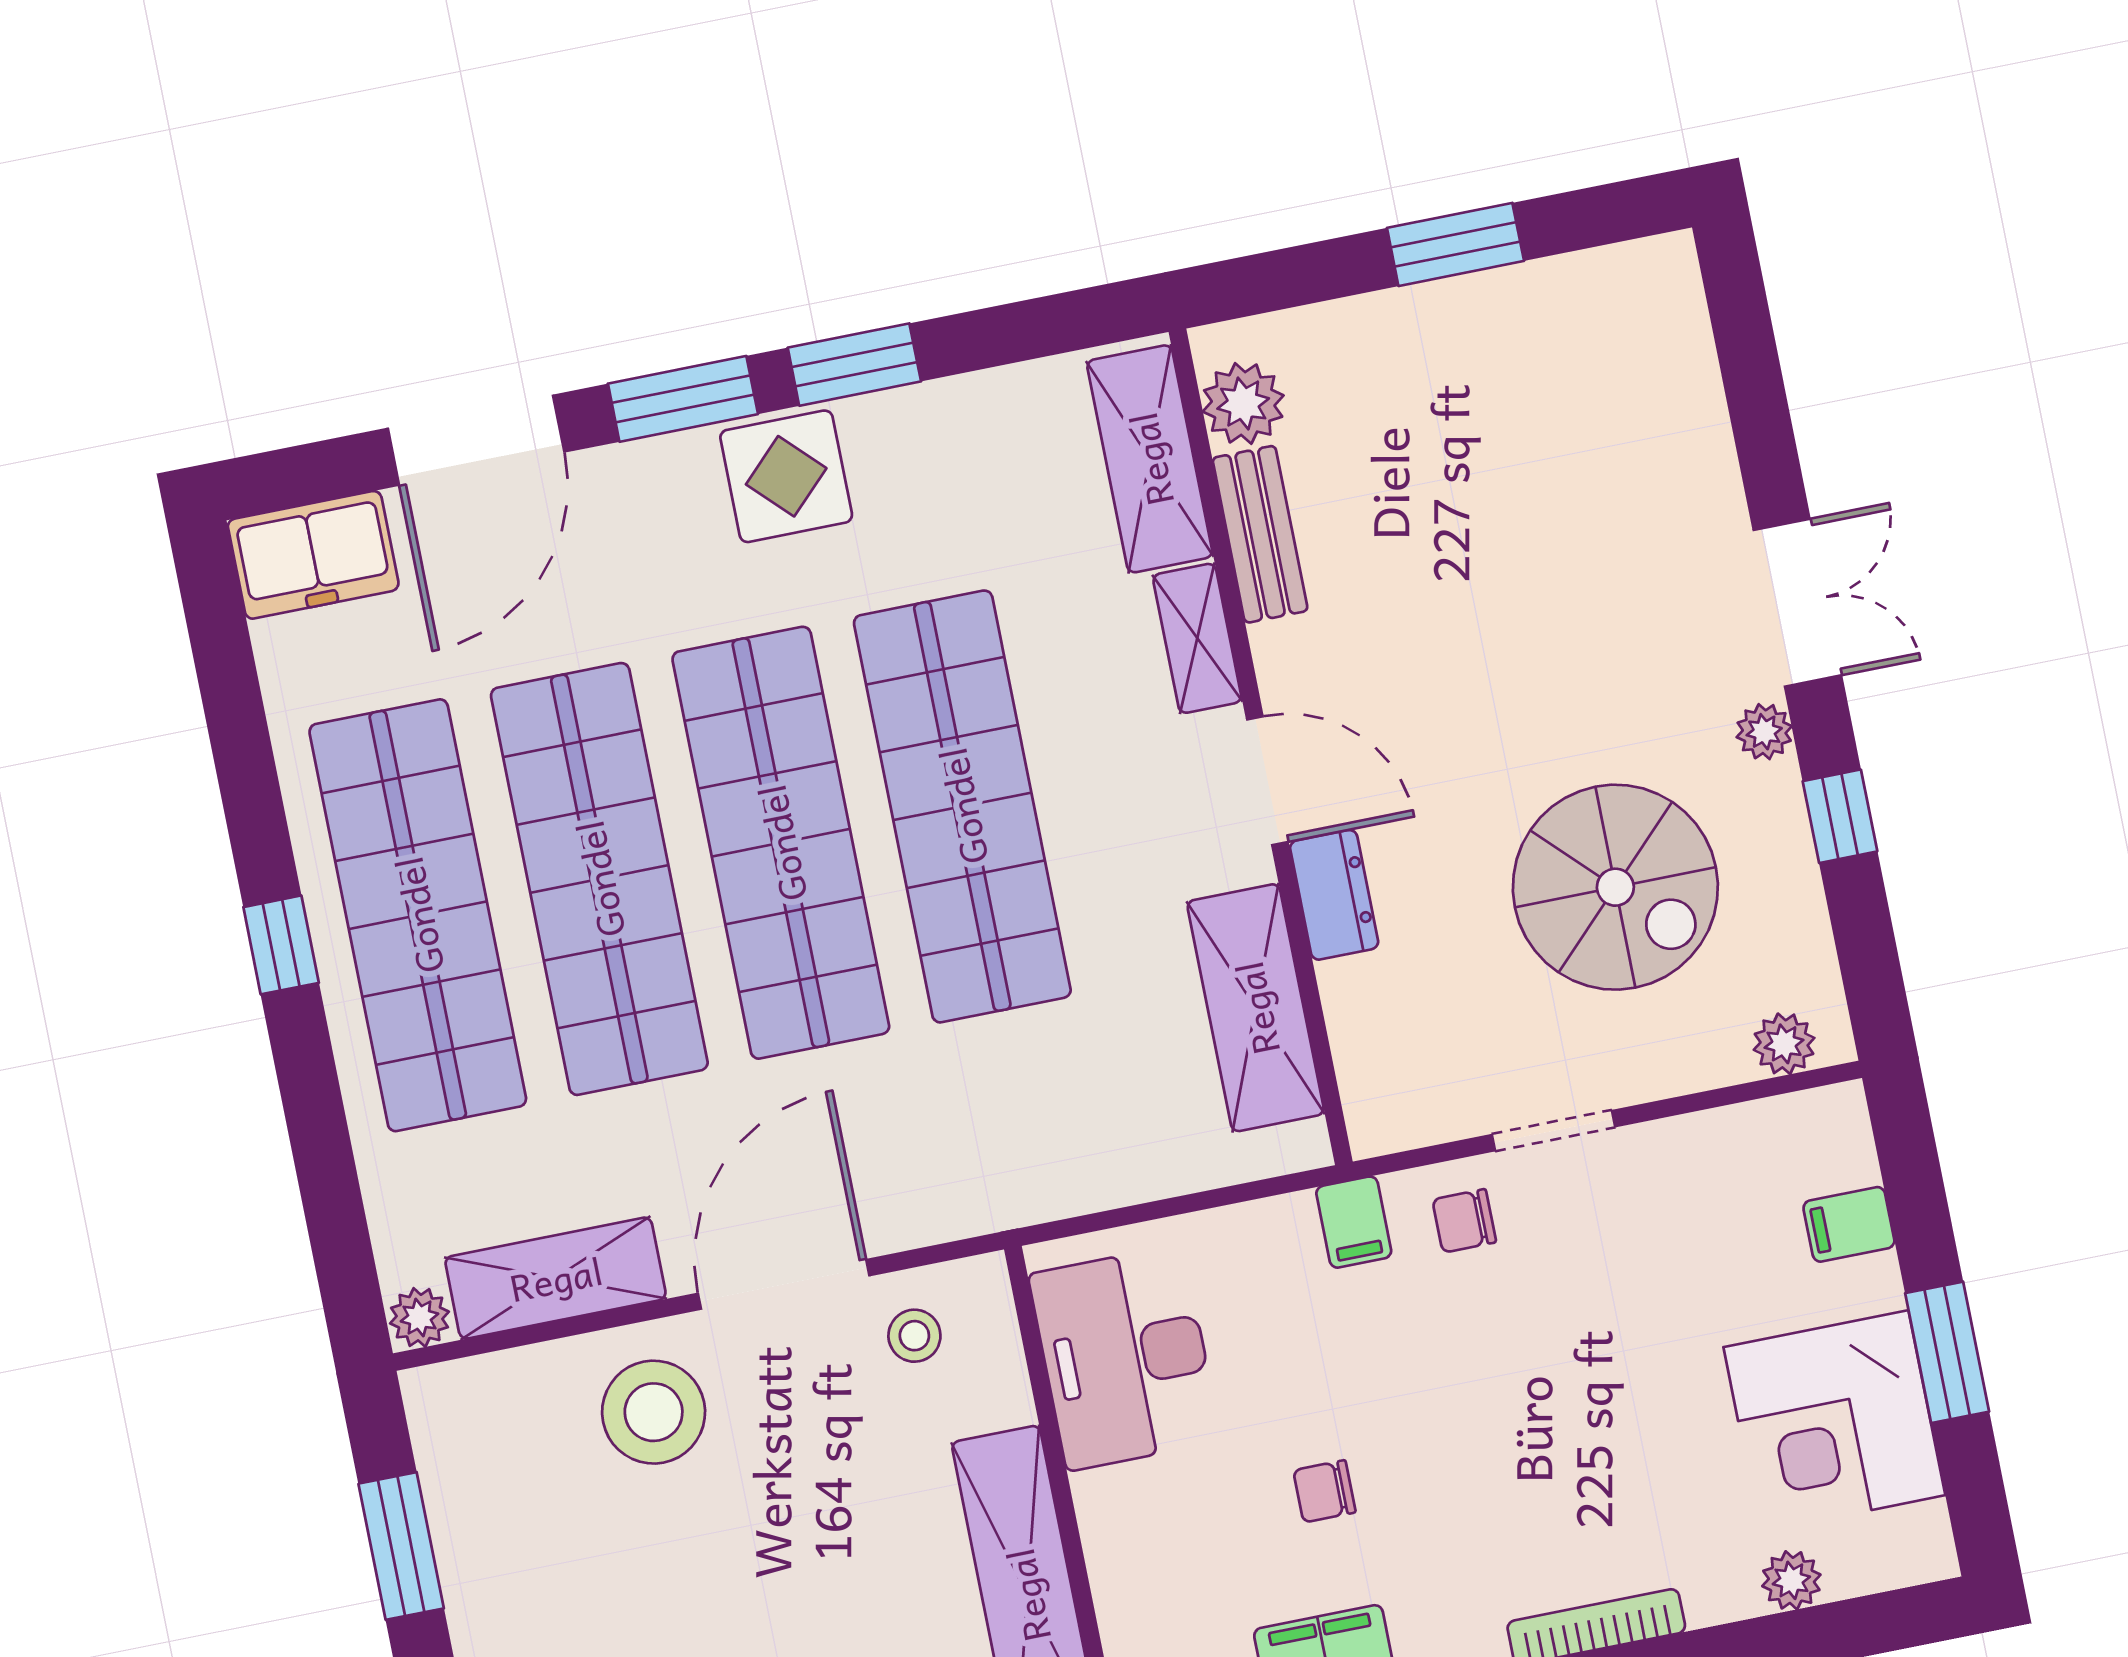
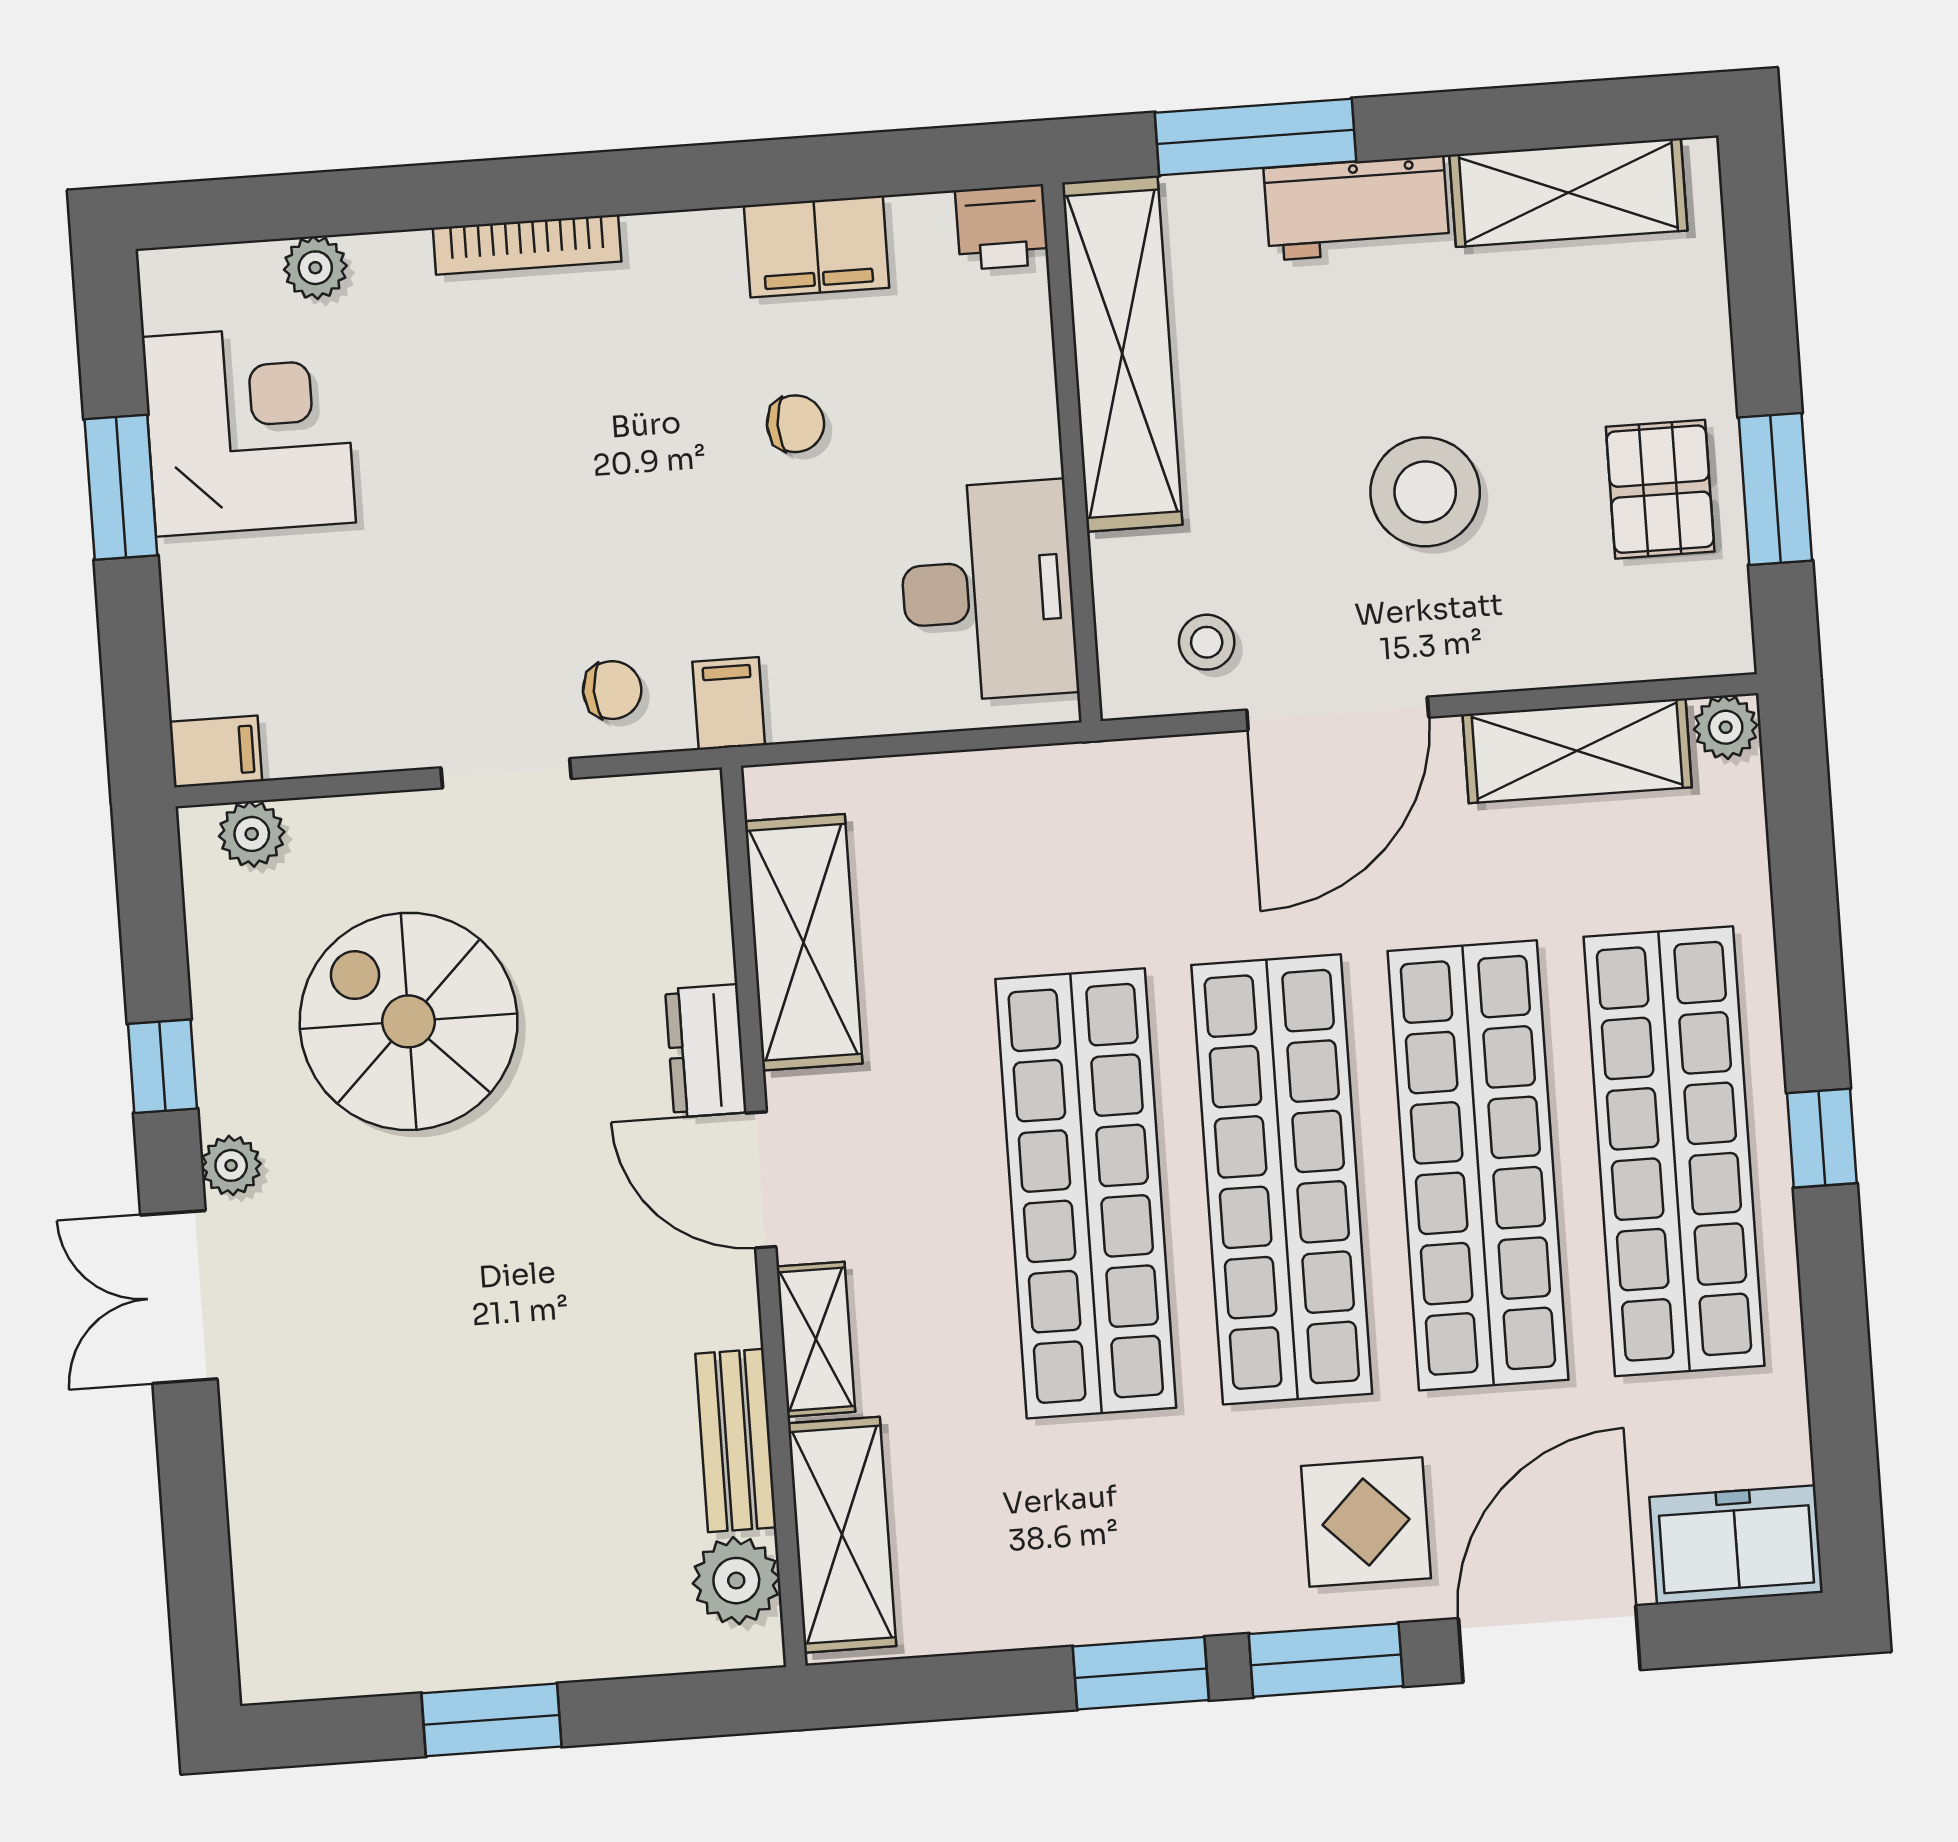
display table: (786, 476) -> (1366, 1522), moved
filing cabinet: (1849, 1224) -> (216, 751), moved
stool: (654, 1412) -> (1425, 492), moved
pallet: (509, 1532) -> (1660, 489), added

